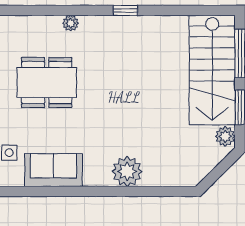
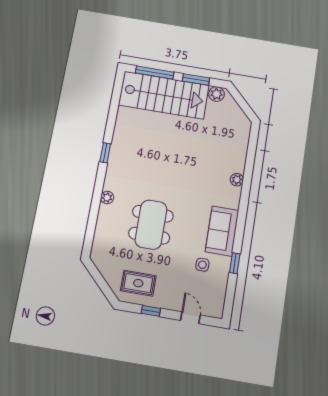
plant: (127, 172) -> (237, 180), width x0.53, depth x0.53
window: (17, 191) -> (235, 263), added

